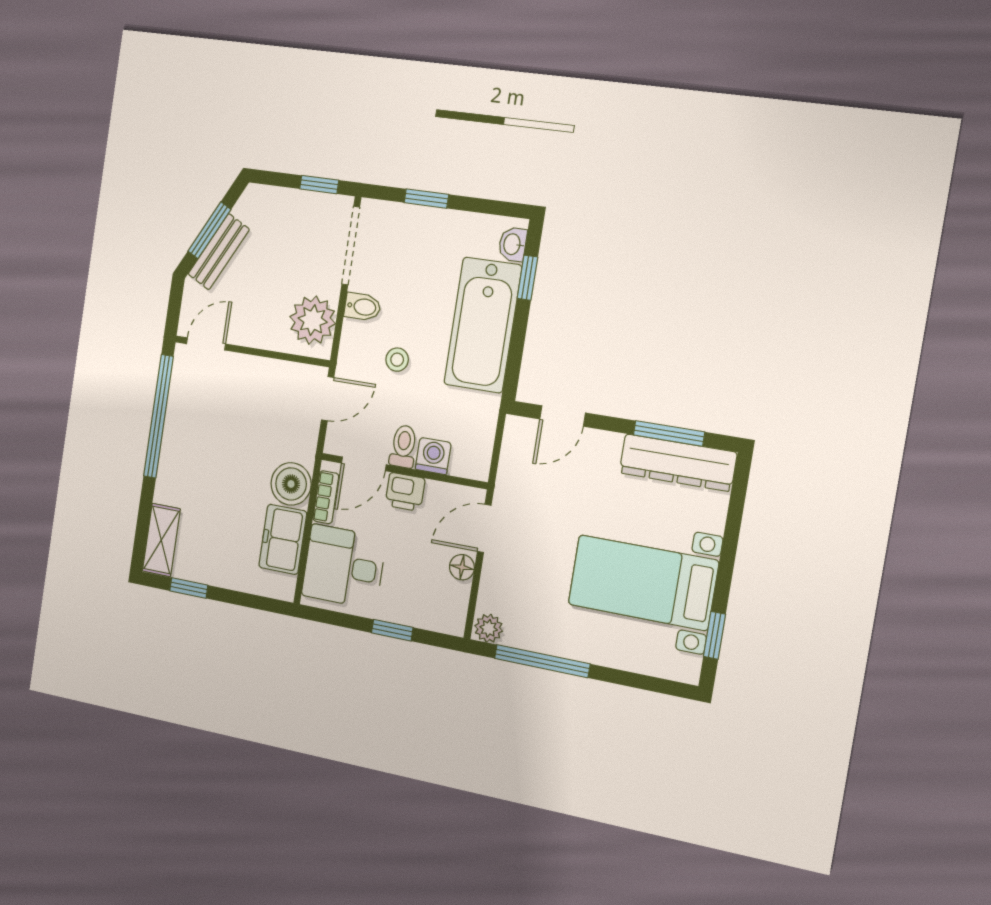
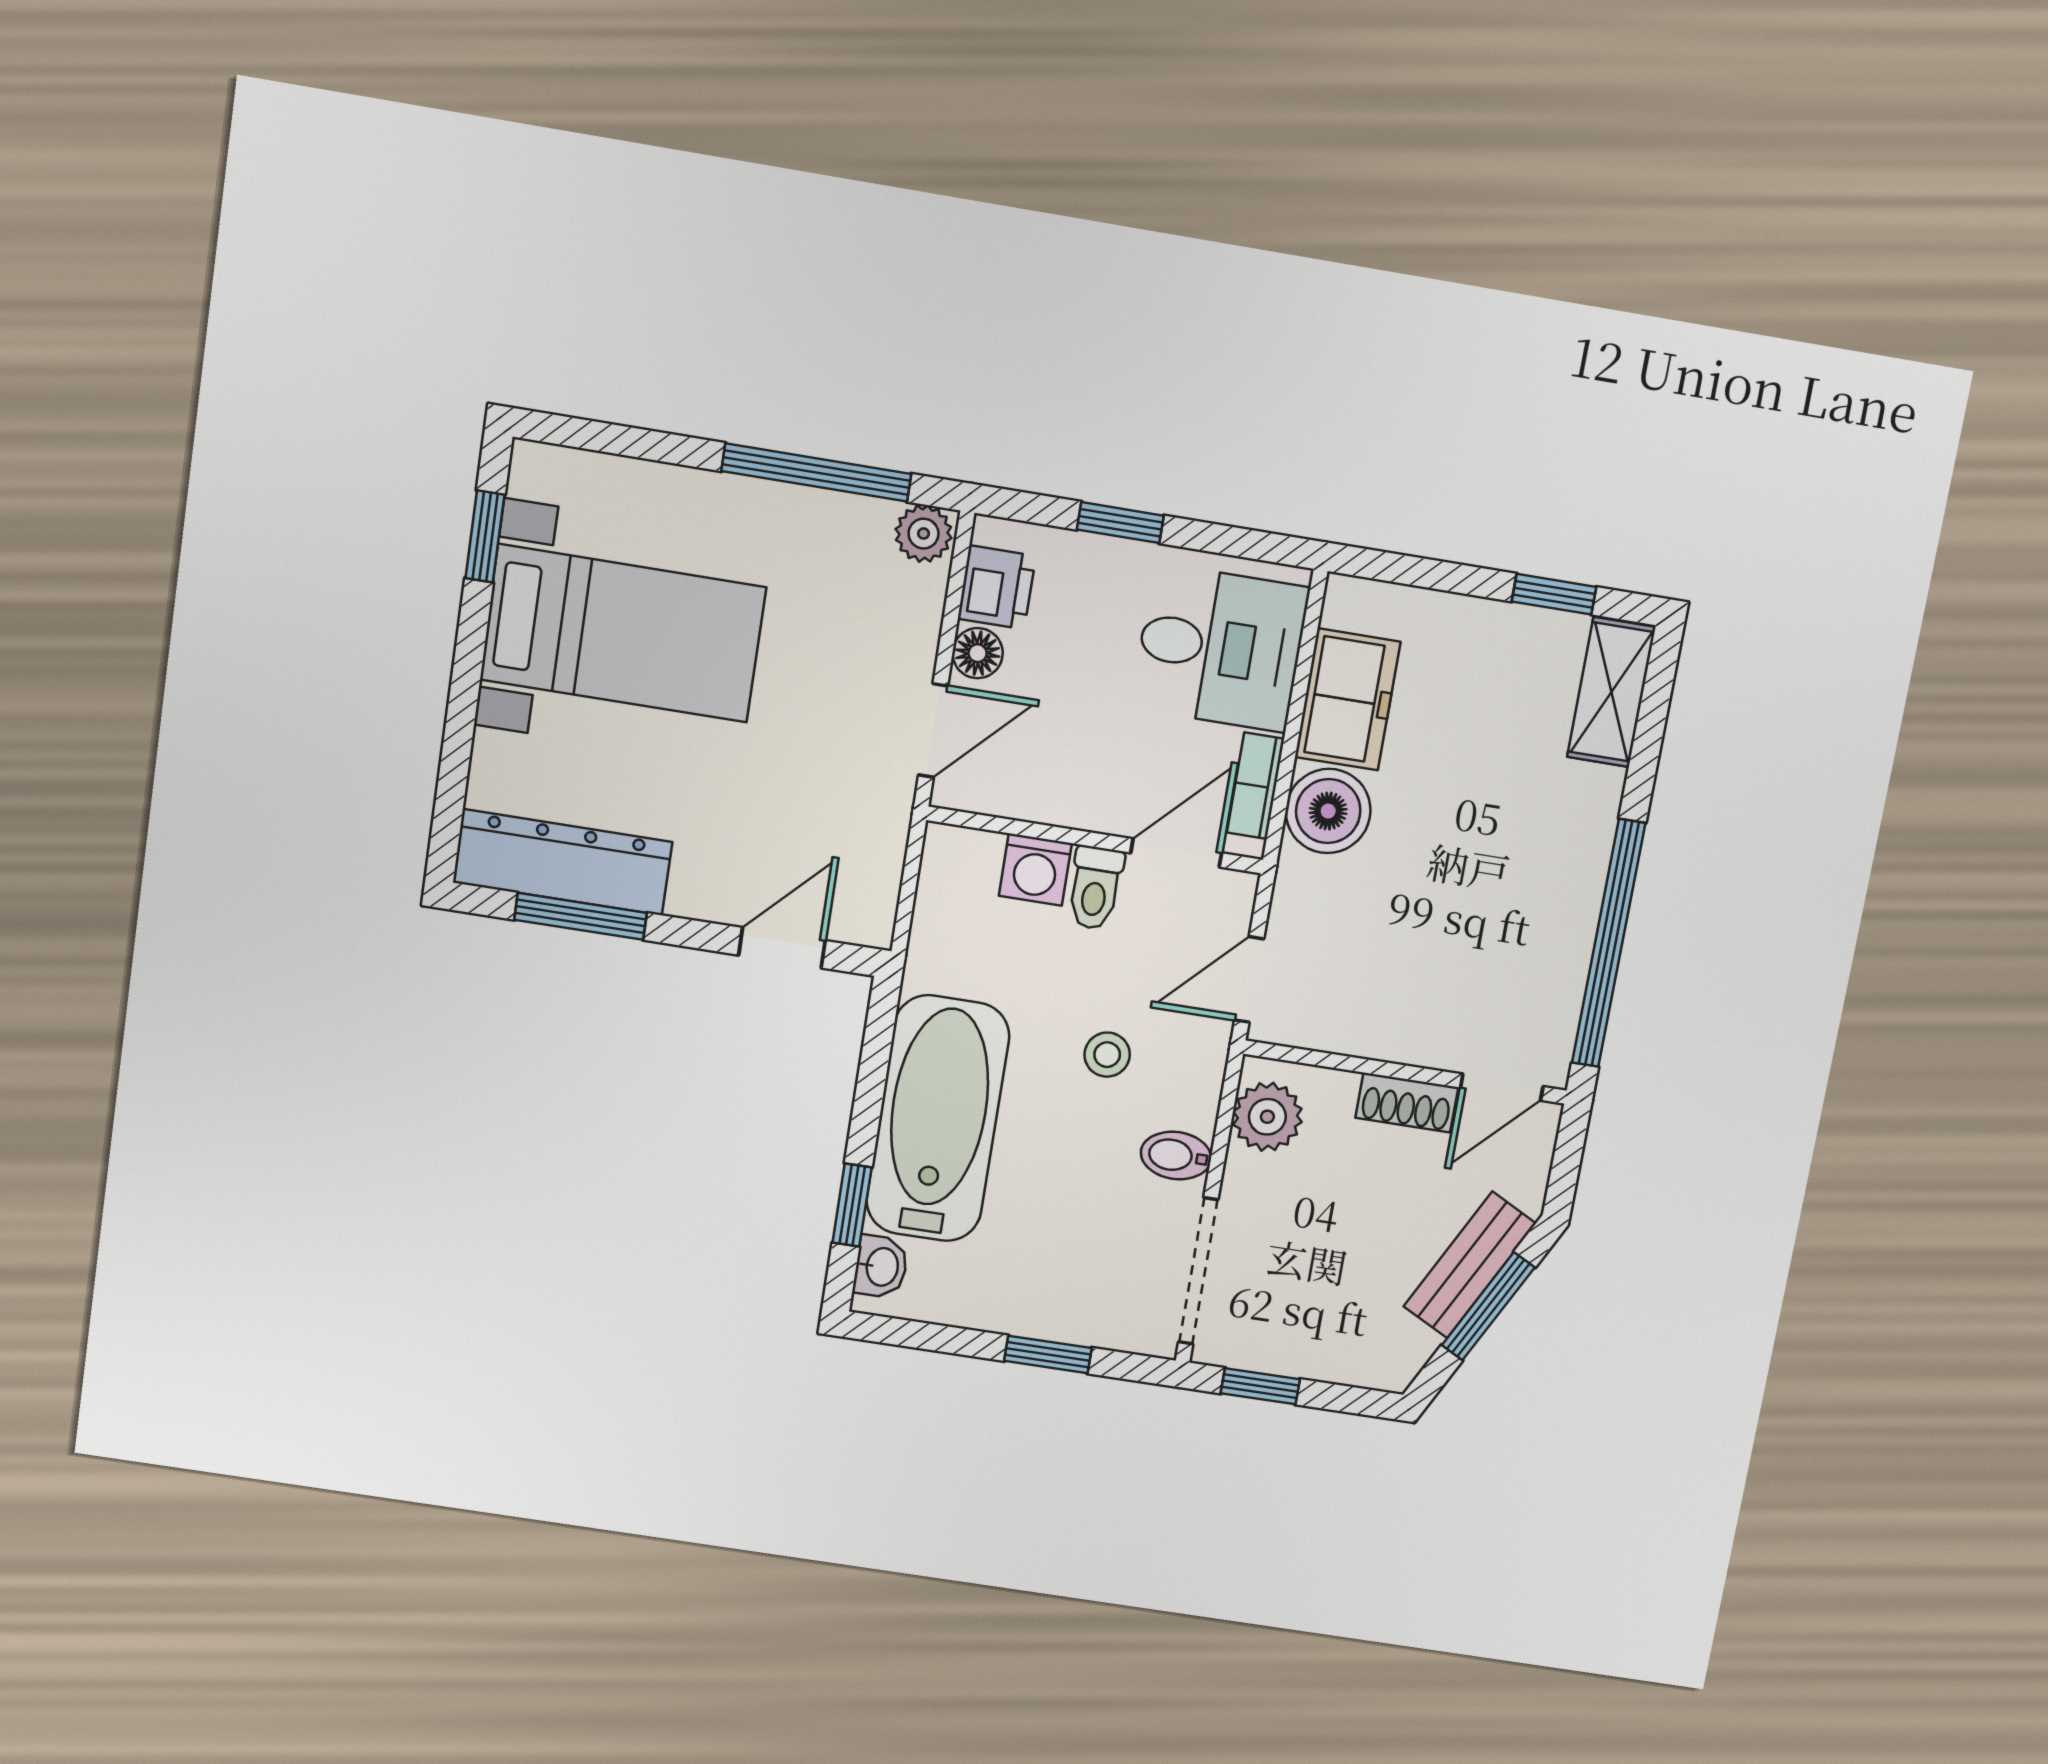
plant: (313, 320) -> (1267, 1117), width x0.73, depth x0.73
shoe rack: (251, 336) -> (1407, 1103), added
printer: (405, 492) -> (997, 587), moved, turned 90

